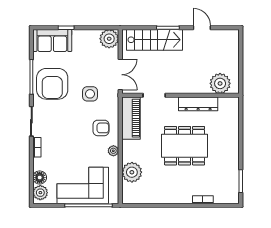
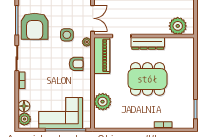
dresser: (198, 104) -> (148, 43), moved
plant: (113, 151) -> (87, 42), moved

